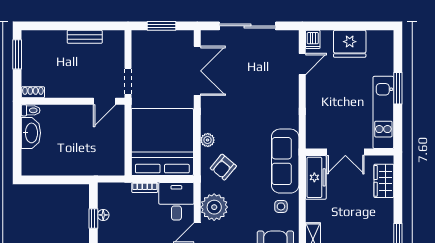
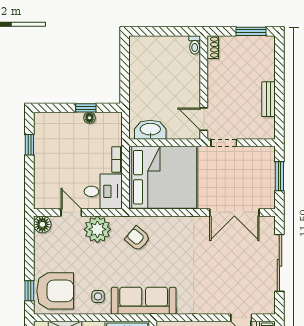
washbasin: (31, 133) -> (150, 130), moved, turned 180
plant: (208, 140) -> (165, 223), removed

